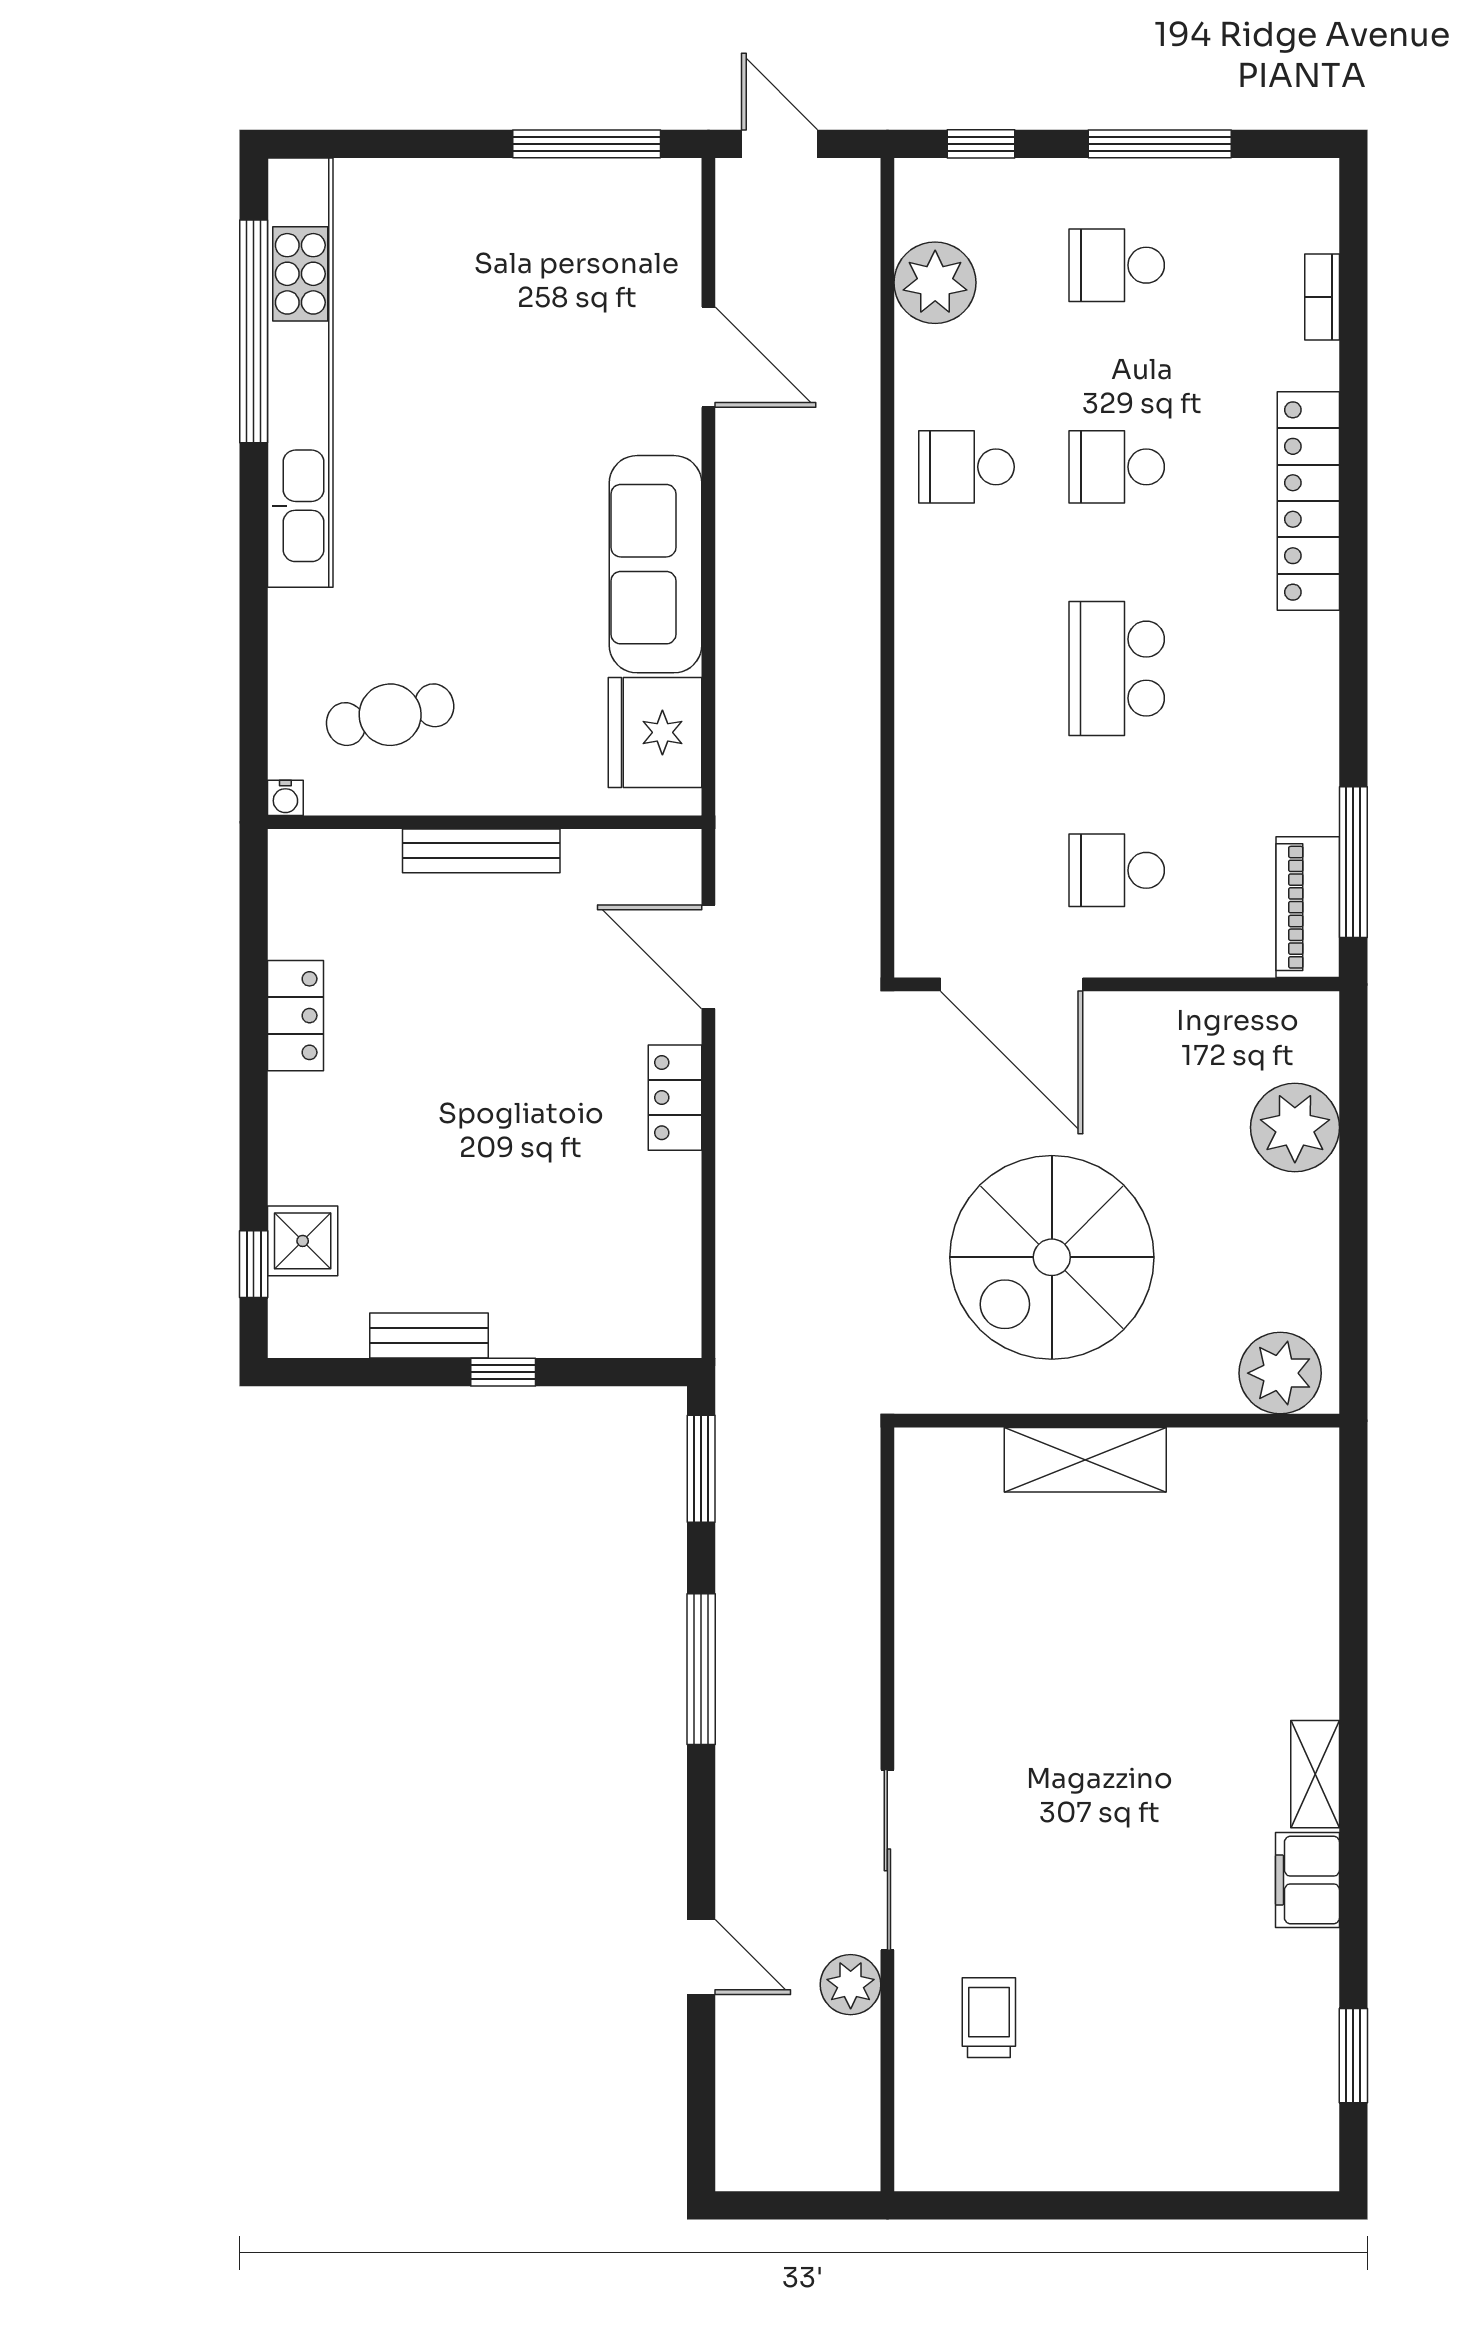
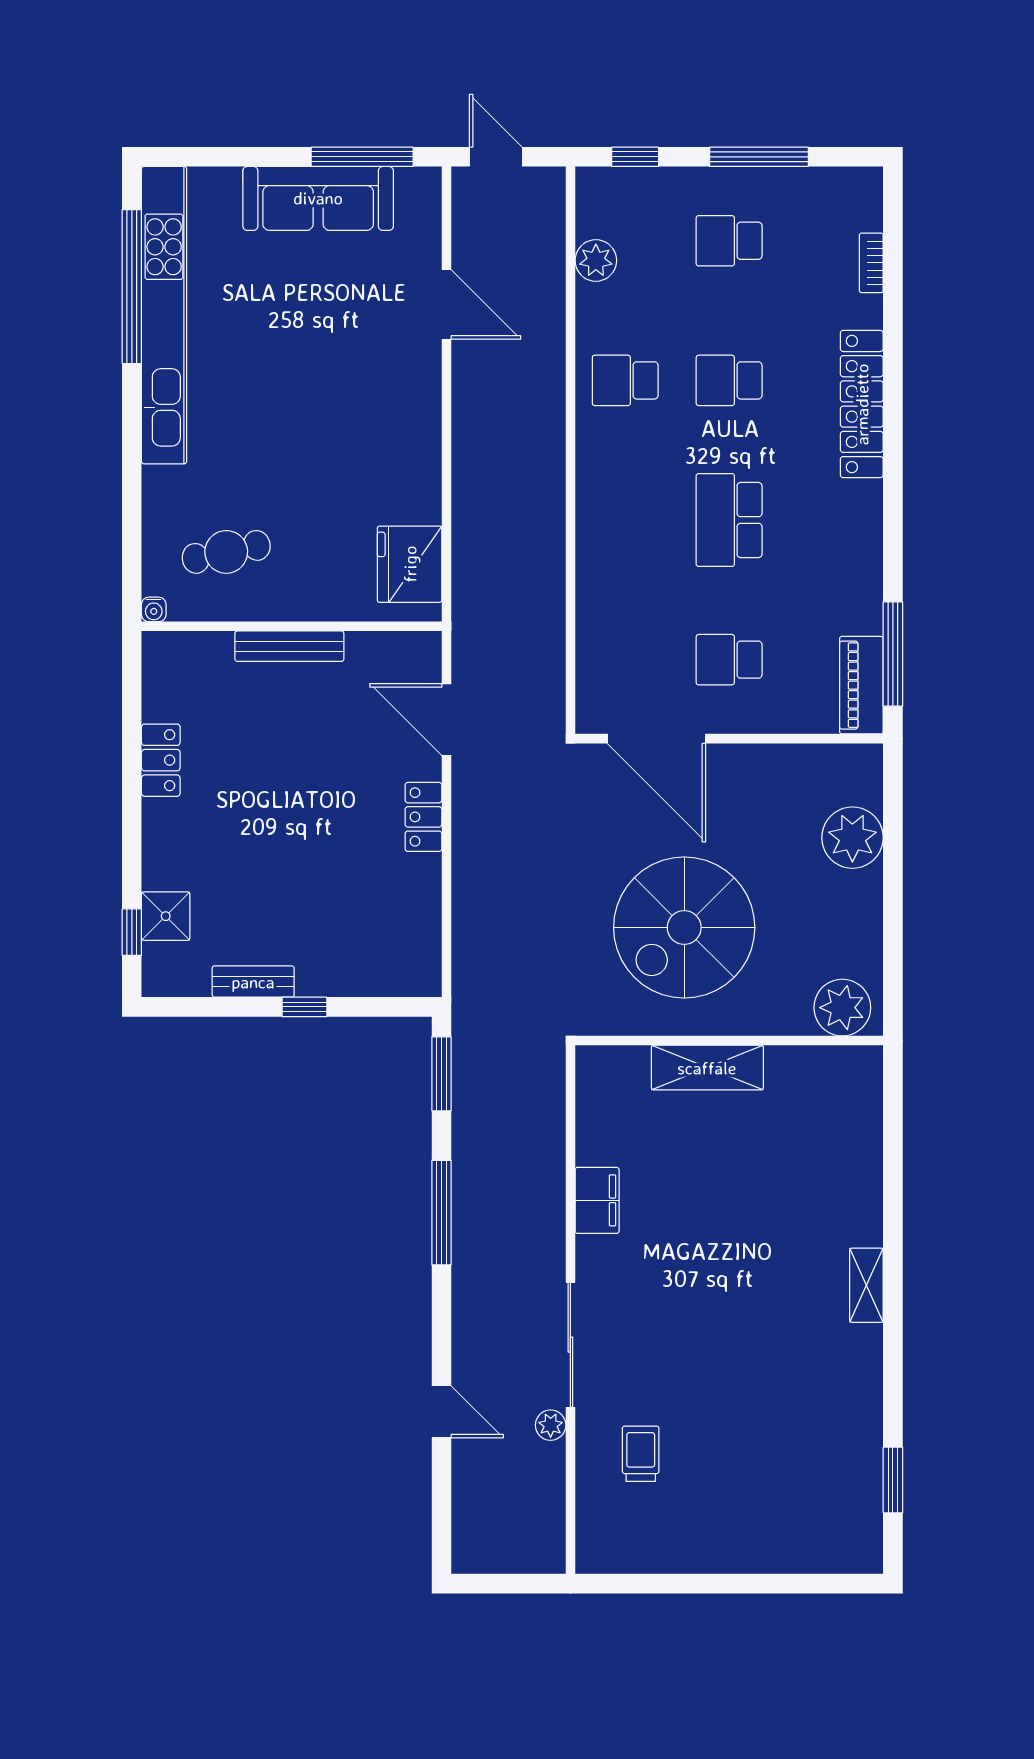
plant: (935, 283) -> (596, 260), width x0.73, depth x0.73
sofa: (656, 564) -> (318, 198), moved, turned -90
filing cabinet: (1308, 1880) -> (597, 1200), moved, turned 180
plant: (851, 1985) -> (551, 1425), width x0.73, depth x0.73

